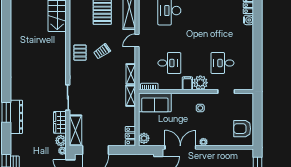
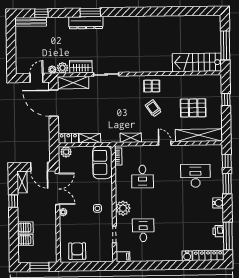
filing cabinet: (187, 83) -> (123, 257), moved
shelving: (131, 96) -> (90, 138), moved

